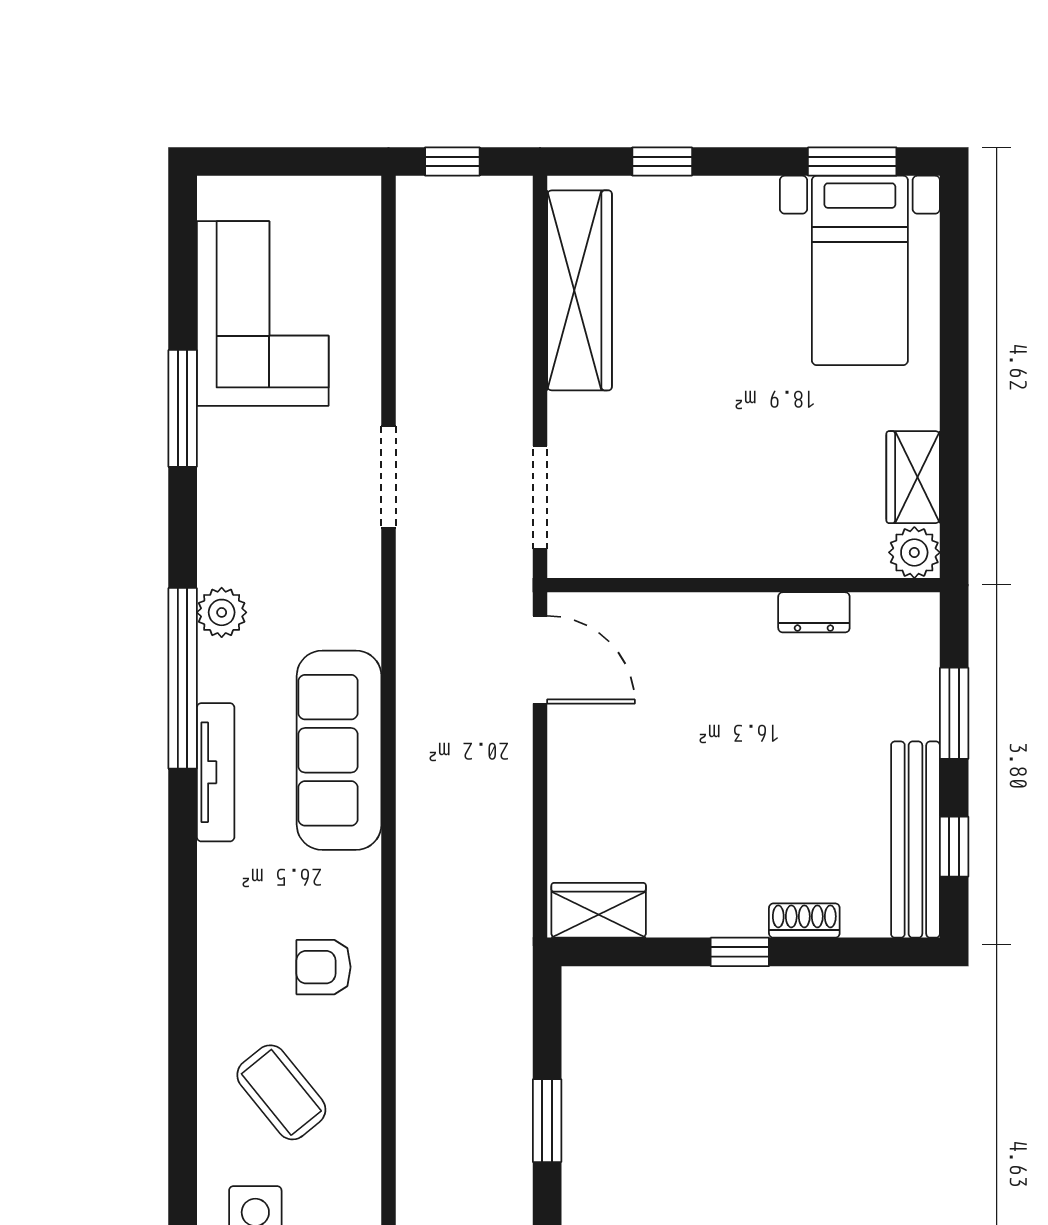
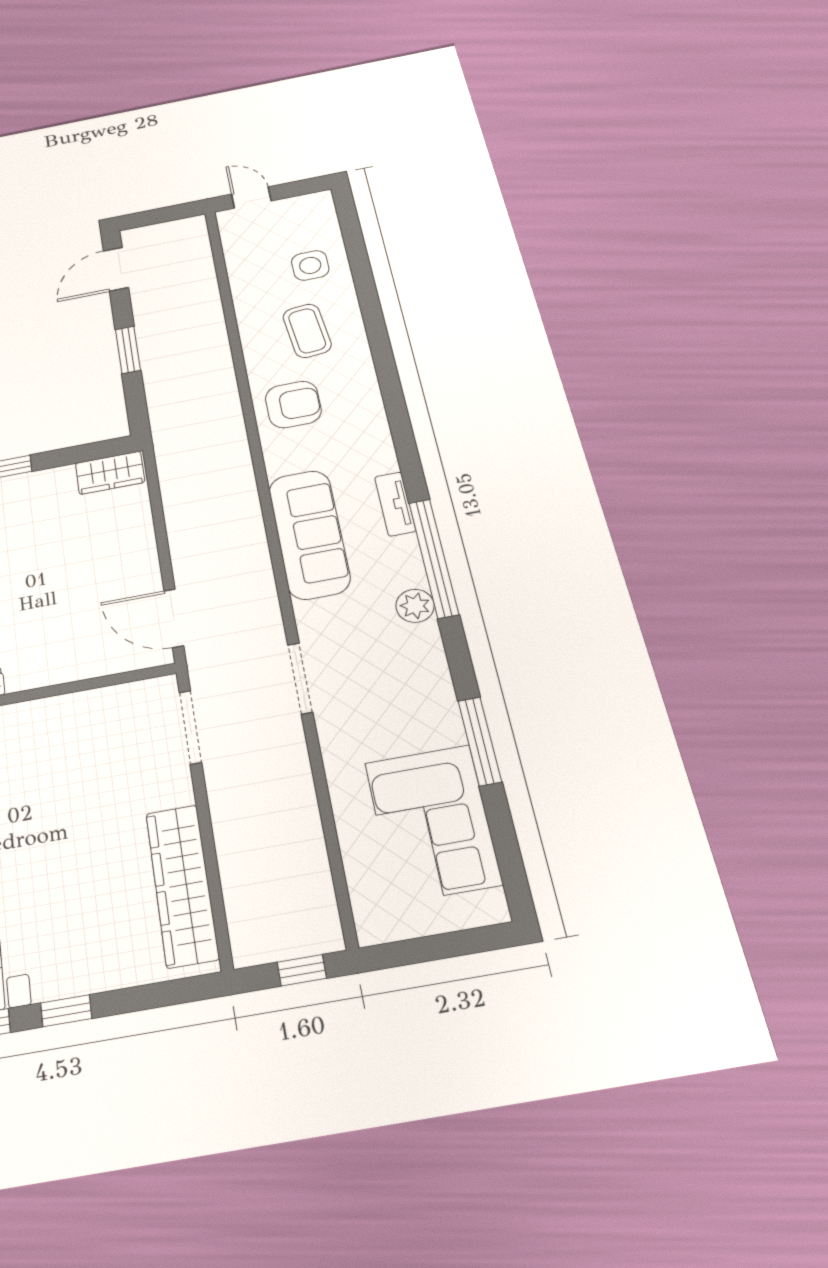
window: (662, 162) -> (66, 1011), moved
doorway: (389, 477) -> (300, 678), moved
tv unit: (216, 772) -> (395, 504), width x0.71
armchair: (324, 967) -> (293, 404), width x1.38, depth x1.38
coffee table: (281, 1092) -> (307, 331), turned 33

